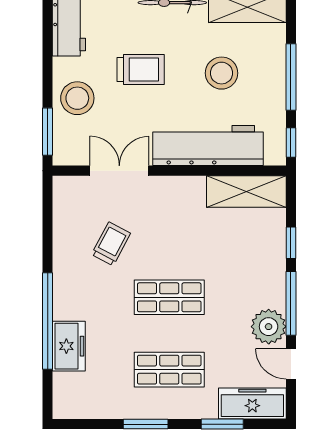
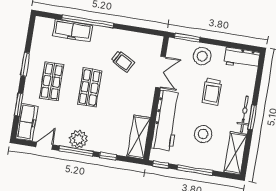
plant: (269, 327) -> (78, 139), moved
freezer: (69, 346) -> (73, 31), width x1.40

